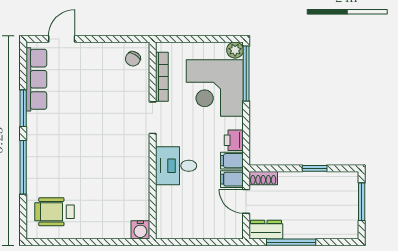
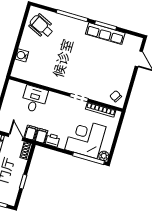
row of seats: (36, 79) -> (105, 33), moved
desk: (176, 166) -> (34, 99), moved
door: (246, 201) -> (16, 137), hinge flipped
wheelchair: (55, 212) -> (41, 26), turned -65
water cooler: (140, 230) -> (22, 55), moved

